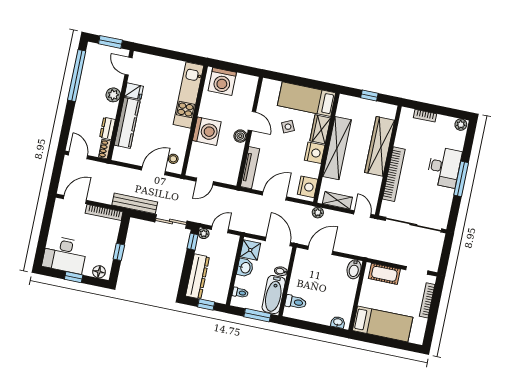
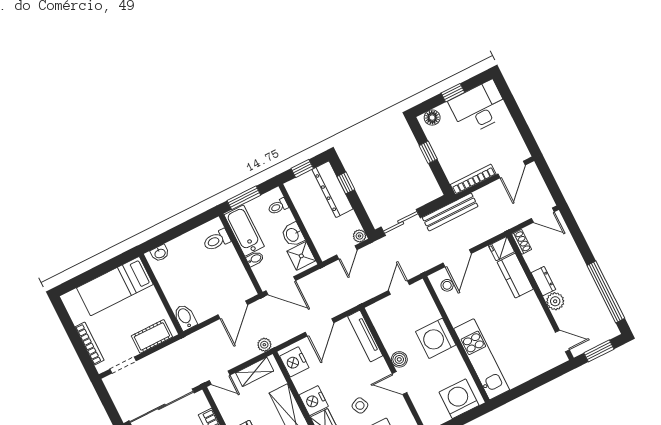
fridge: (134, 91) -> (501, 249), moved
kitchen counter: (127, 123) -> (515, 276), width x0.67
dresser: (107, 128) -> (543, 281), moved
window: (193, 242) -> (346, 183), moved

